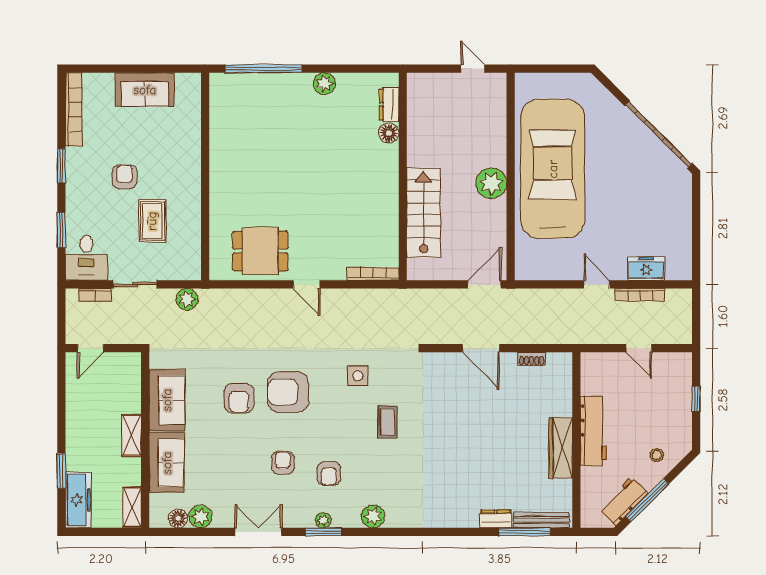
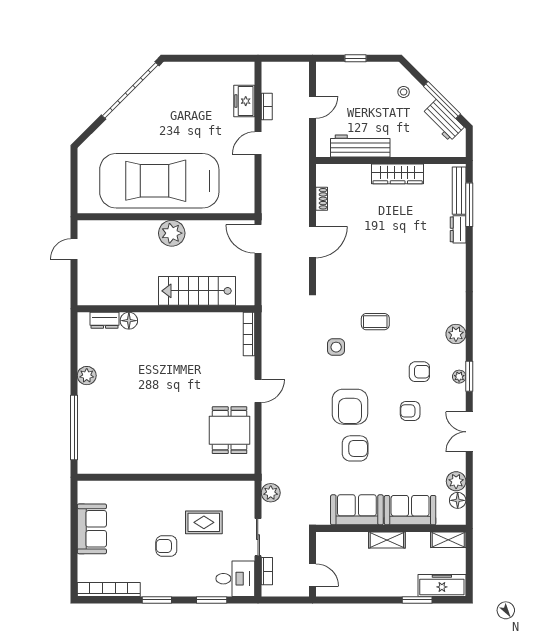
bookcase: (640, 295) -> (267, 106), width x0.64
workbench: (593, 431) -> (360, 146), moved

